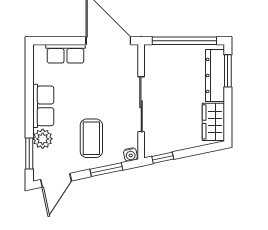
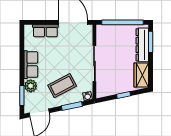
coffee table: (91, 138) -> (62, 86), turned 62
window: (163, 158) -> (124, 95), moved

